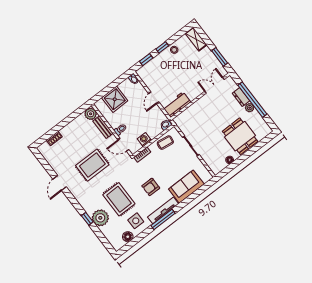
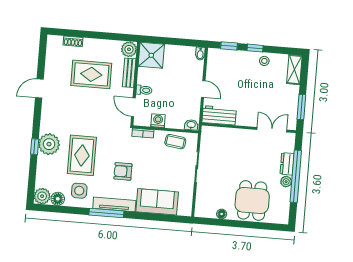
door: (154, 98) -> (203, 89), swing flipped
shower: (115, 99) -> (151, 55), moved
rug: (92, 165) -> (91, 74), moved
plant: (100, 218) -> (49, 144), moved
plant: (117, 243) -> (42, 196), added

